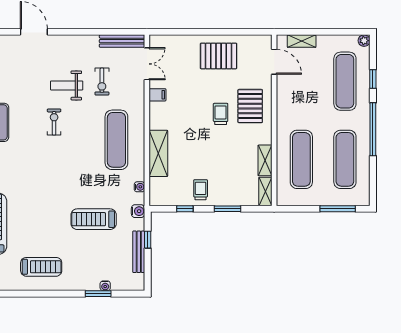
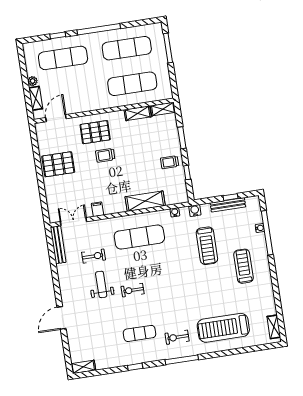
plant: (364, 41) -> (33, 81), moved
pallet: (219, 56) -> (58, 164), turned 90
weight bench: (67, 85) -> (101, 284), turned 180
window: (148, 240) -> (231, 197), moved
treadmill: (41, 267) -> (243, 266), moved
window: (98, 294) -> (267, 233), width x2.11

